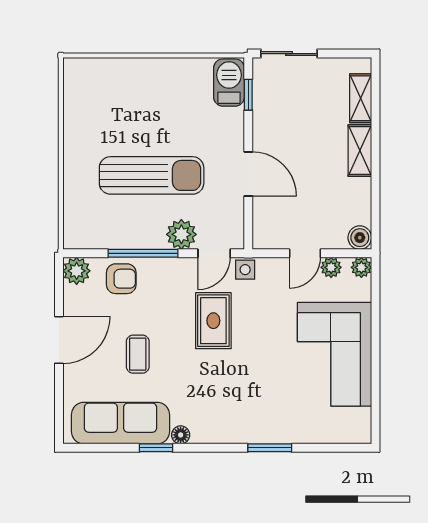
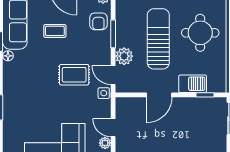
barbecue: (229, 83) -> (193, 84), moved
round table: (141, 103) -> (200, 33), added
sun lounger: (152, 175) -> (158, 39), turned 180
window: (143, 253) -> (113, 34), width x0.69

